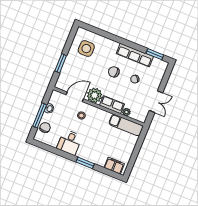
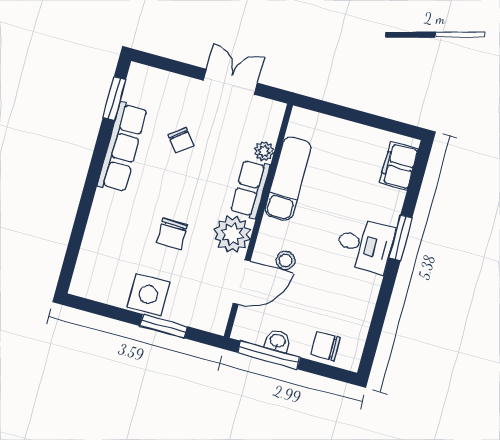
side table: (86, 49) -> (148, 295), moved
chair: (114, 72) -> (172, 234), moved
door: (75, 97) -> (242, 282), swing flipped
window: (40, 115) -> (269, 355), moved
exam couch: (126, 125) -> (288, 178), moved
desk: (69, 142) -> (365, 245), moved

